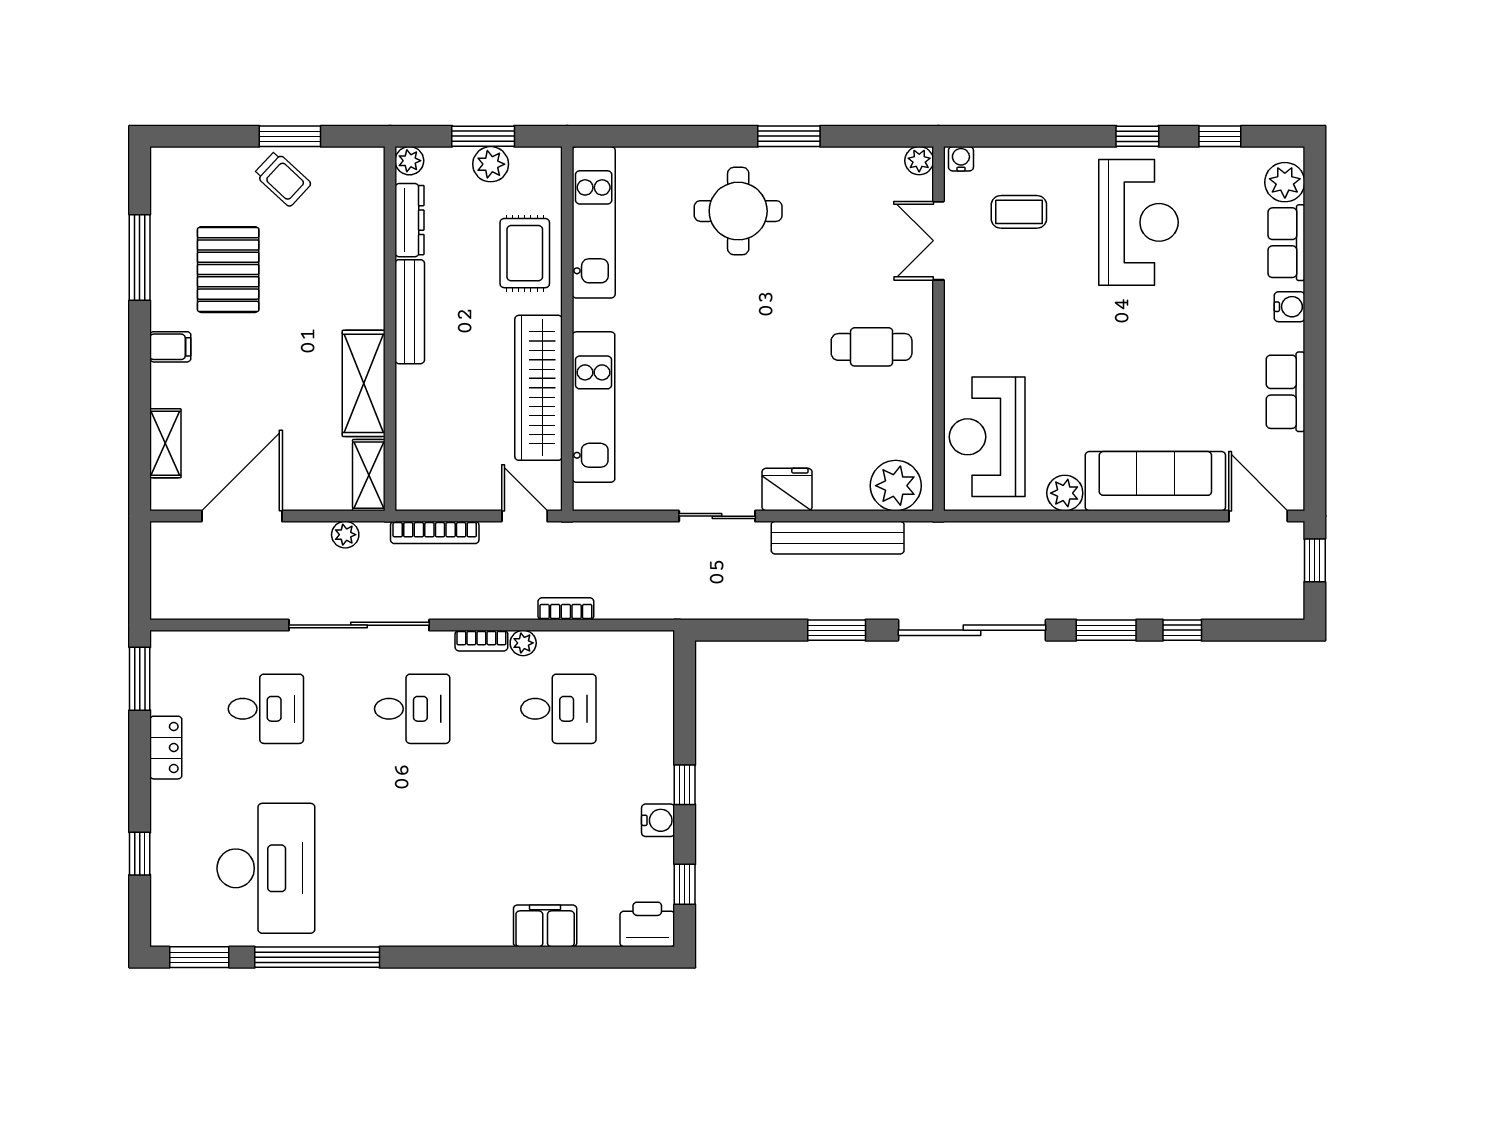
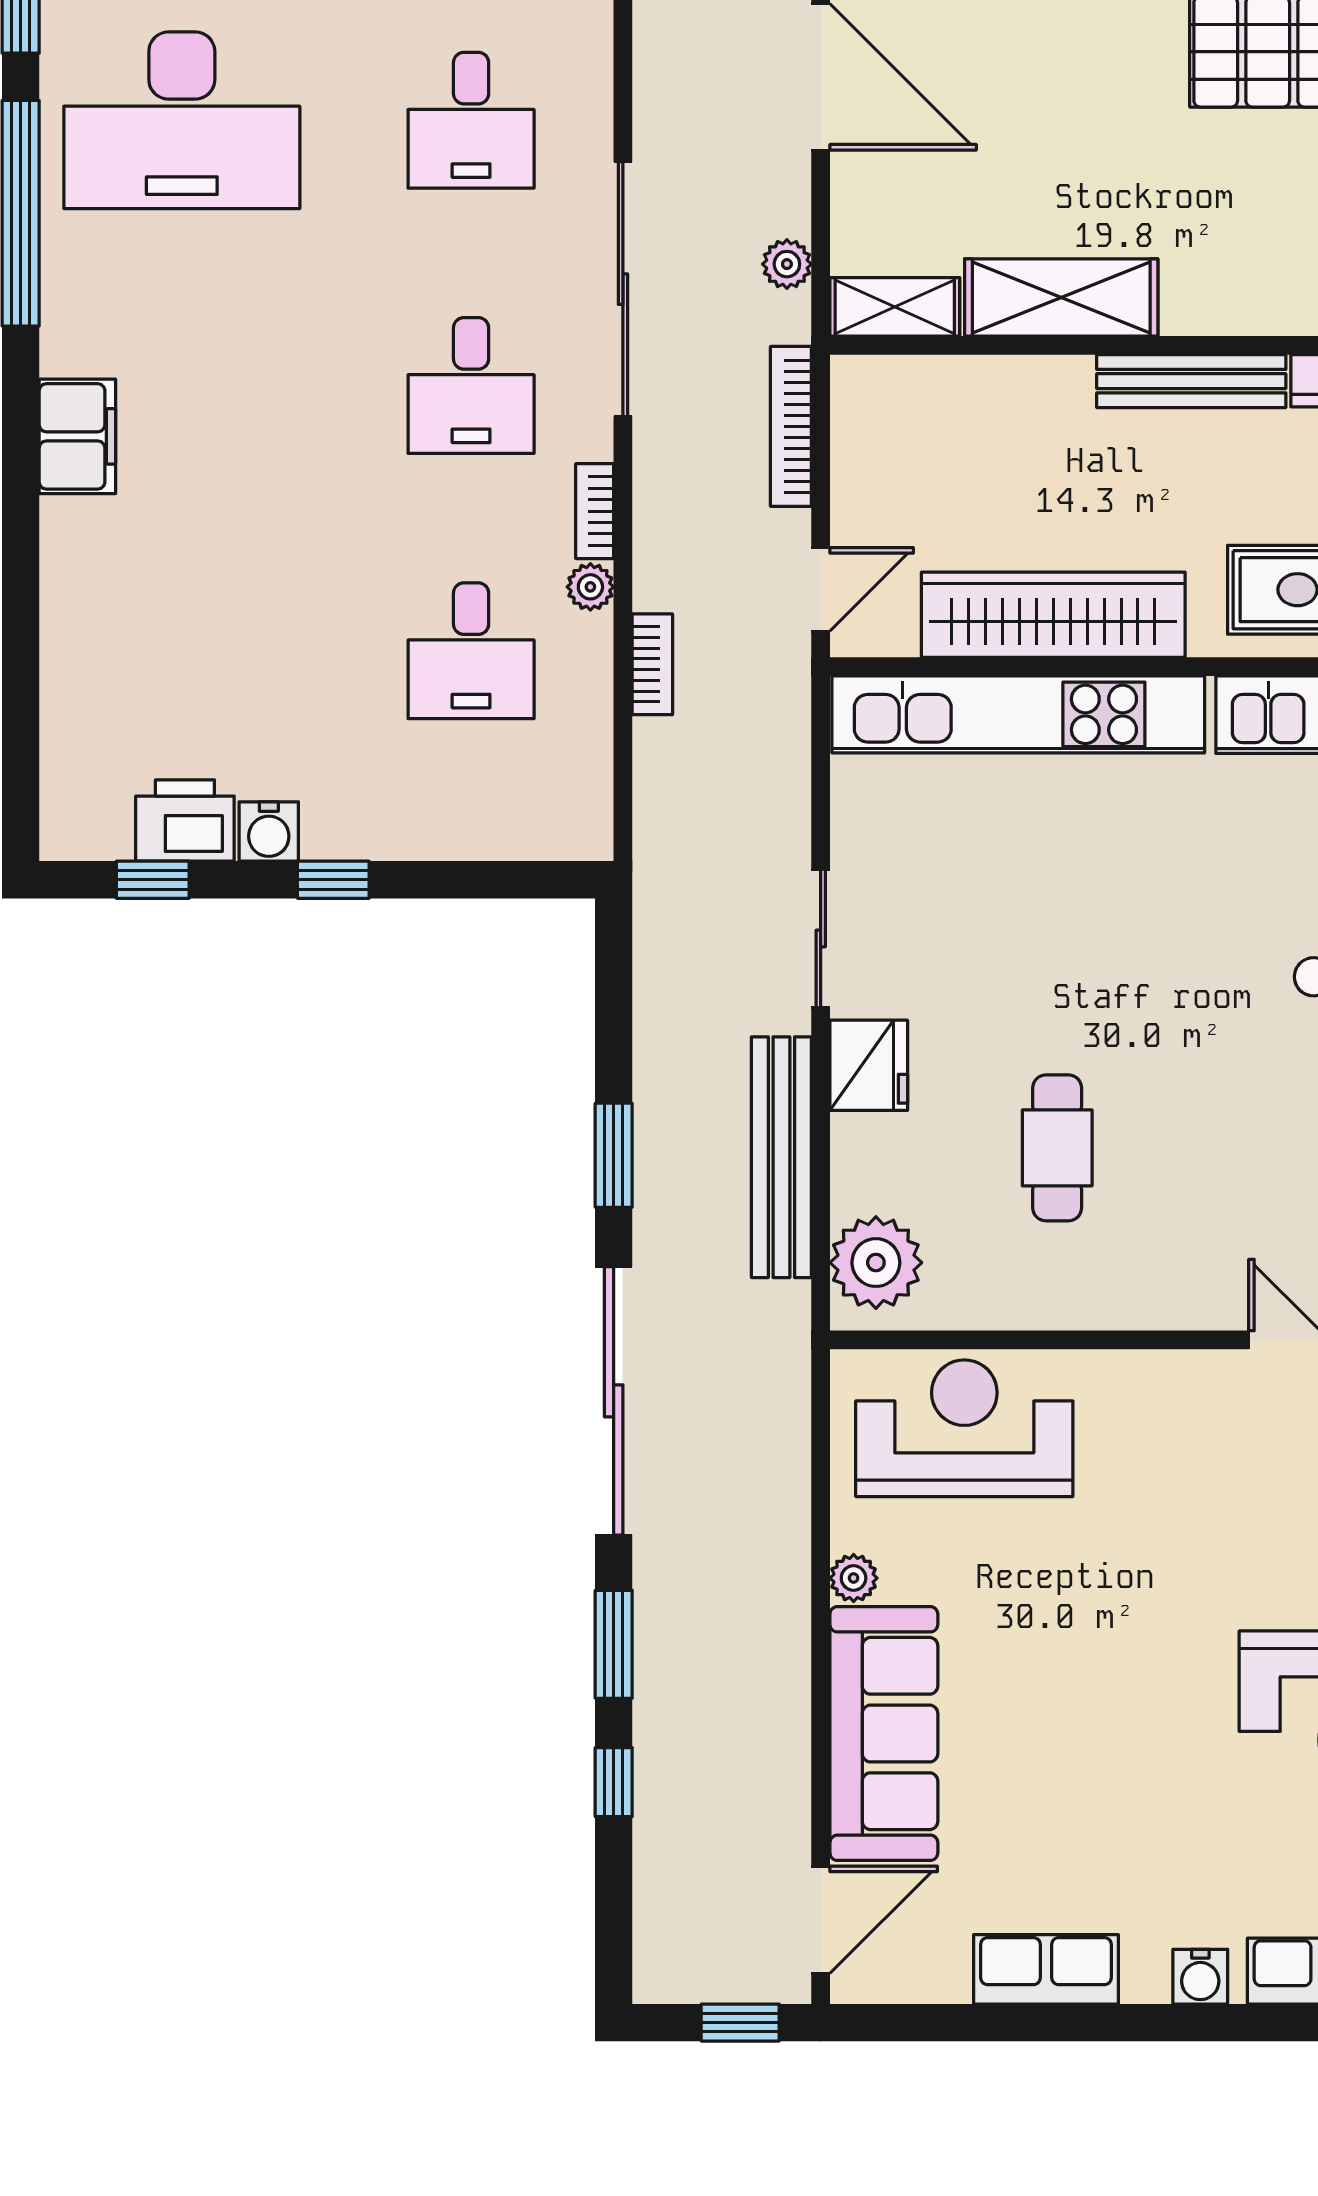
cafe table: (872, 347) -> (1057, 1148), moved
kitchen unit: (593, 407) -> (1018, 714), width x1.36
plant: (1065, 493) -> (854, 1578), width x0.73, depth x0.73
printer: (647, 924) -> (185, 821), moved, turned -90
filing cabinet: (545, 926) -> (77, 436), moved

